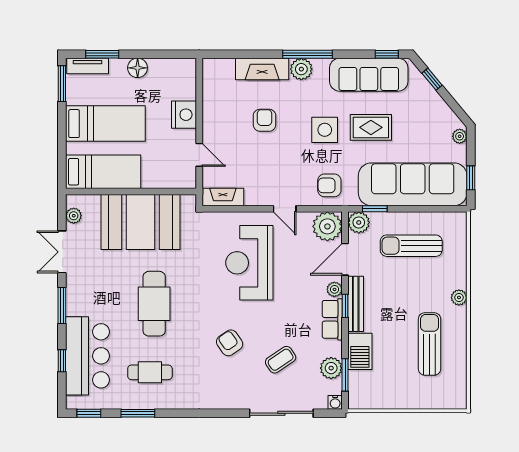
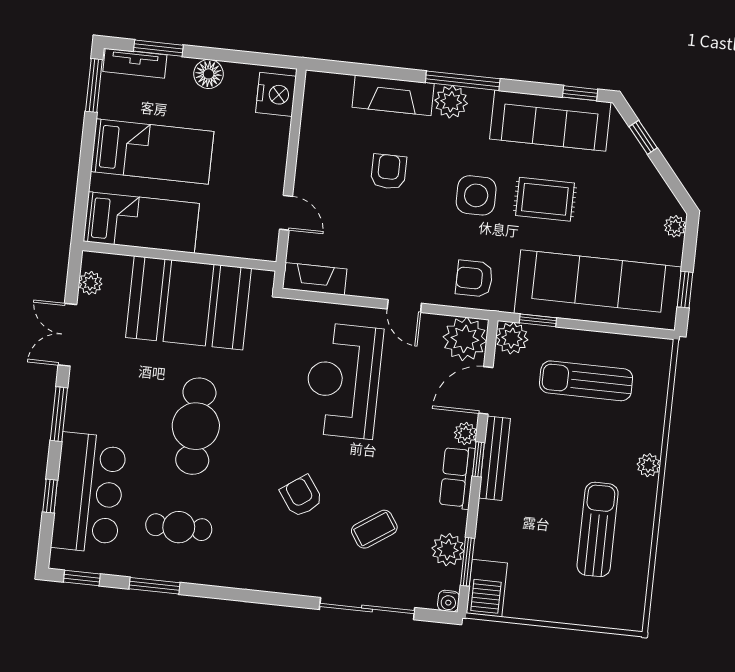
nightstand: (184, 115) -> (276, 94), moved
barbecue: (360, 351) -> (487, 588), moved

